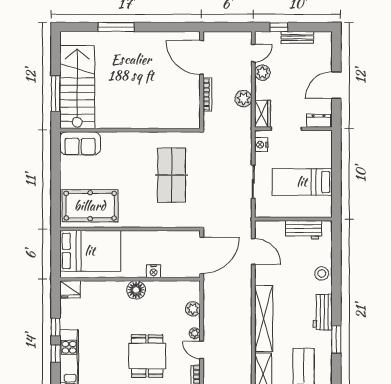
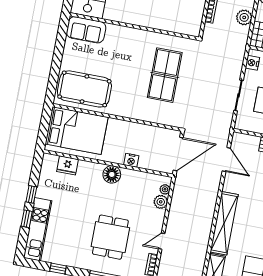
fridge: (70, 289) -> (67, 165), moved
plant: (195, 333) -> (165, 189), moved
door: (202, 350) -> (162, 241), hinge flipped

